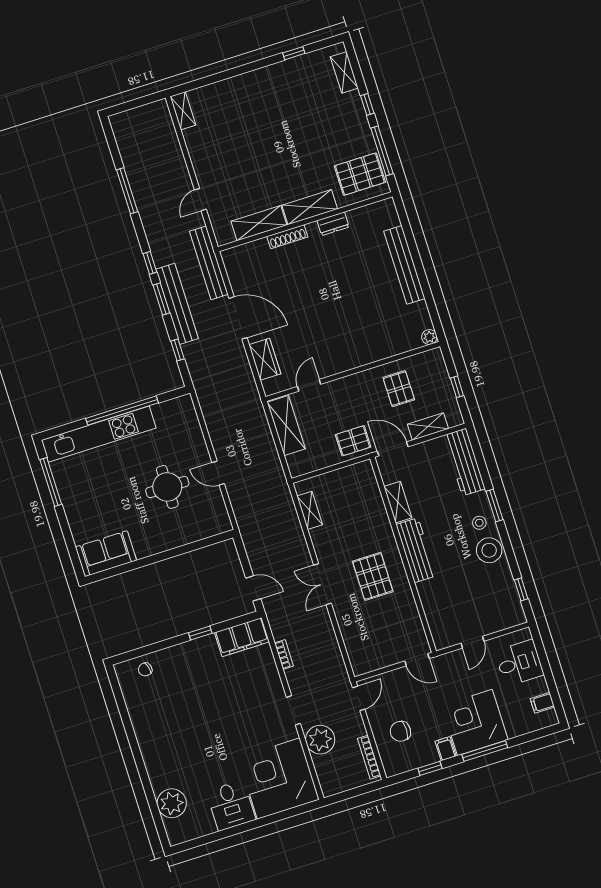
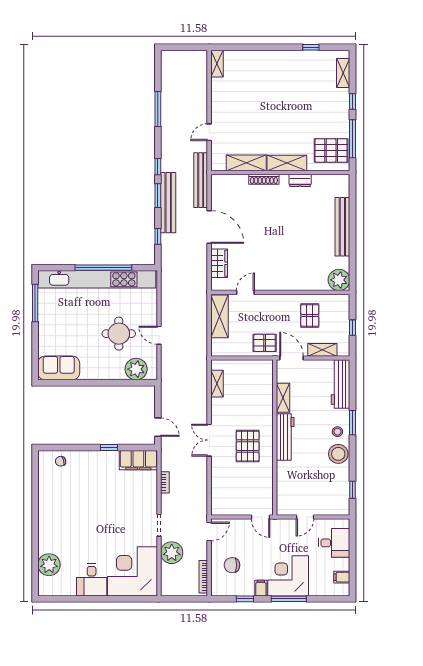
plant: (429, 337) -> (339, 280), width x1.88, depth x1.88
kitchen unit: (99, 434) -> (97, 279), width x1.36
plant: (203, 524) -> (136, 369), added

